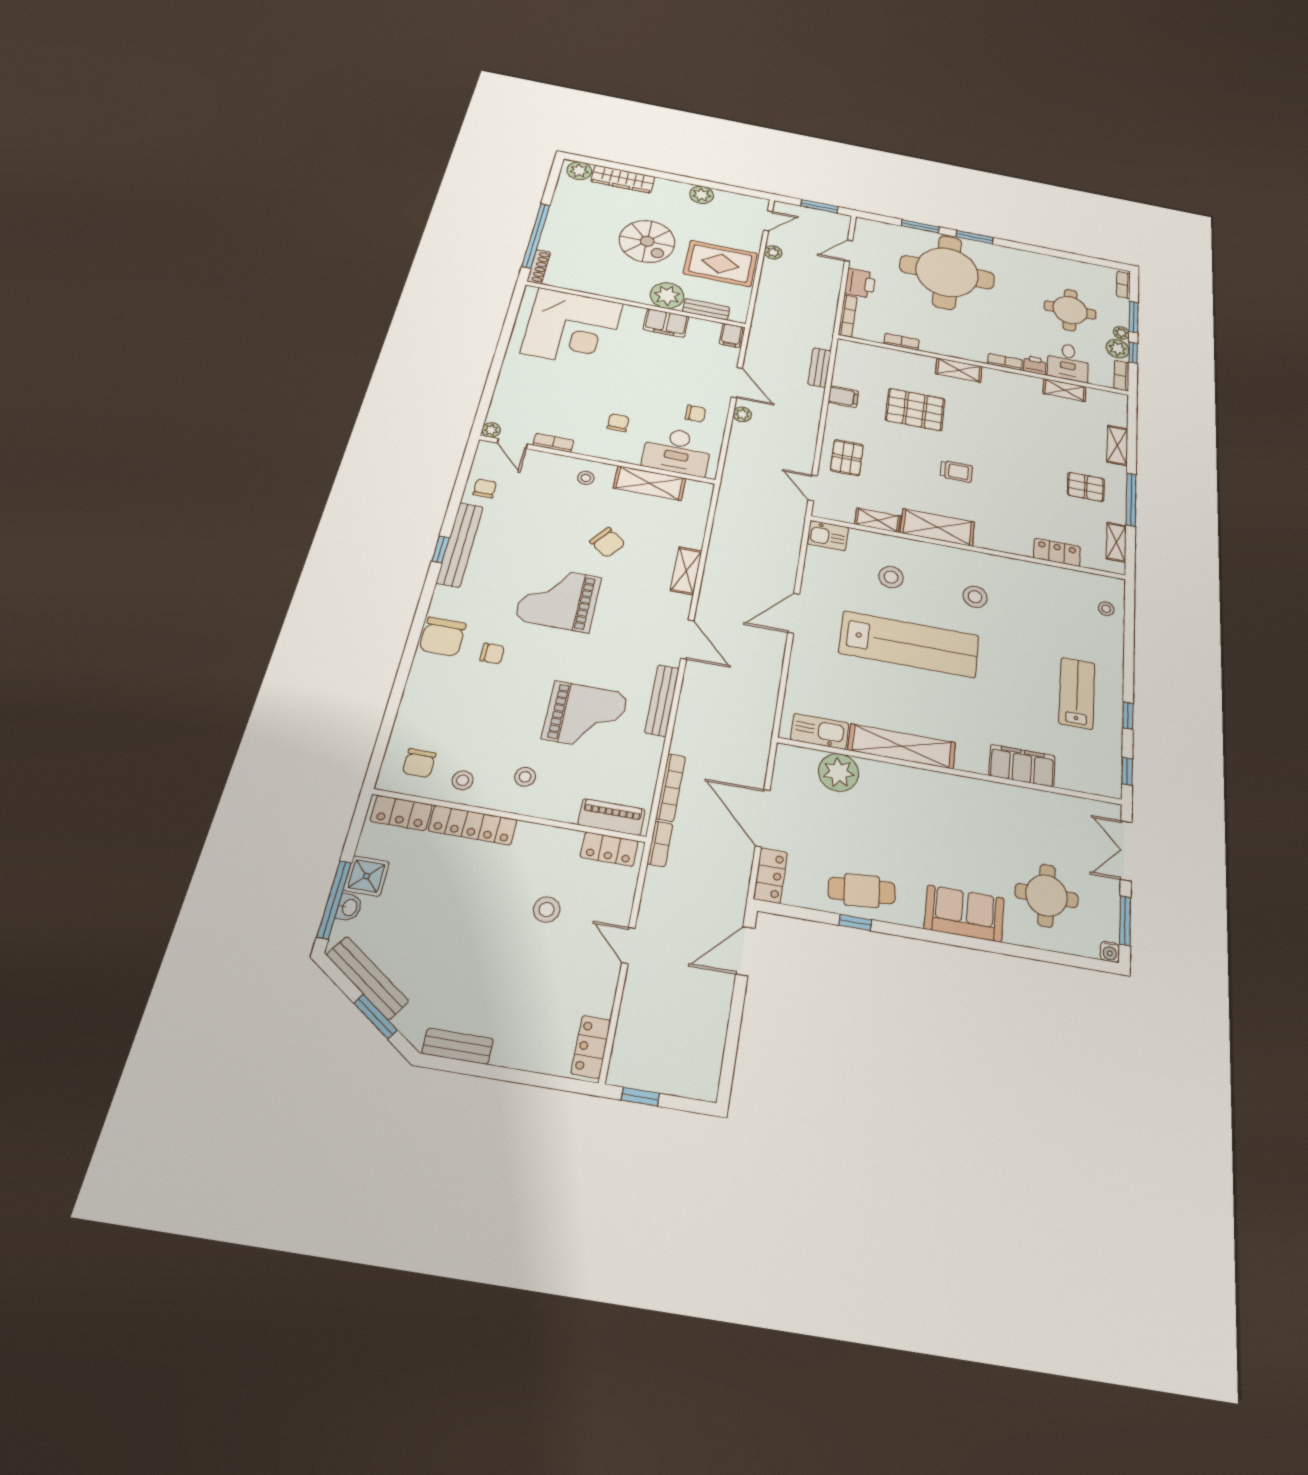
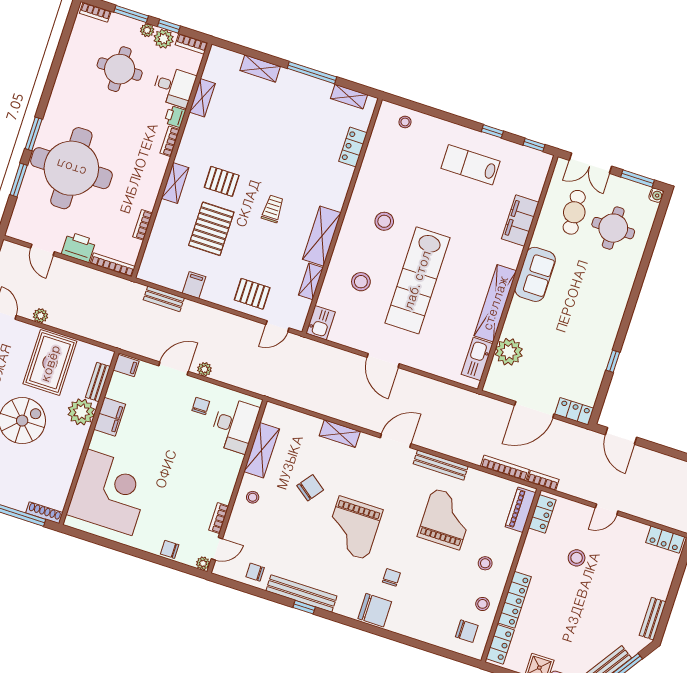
chair: (618, 423) -> (170, 549), moved
pallet: (1086, 487) -> (222, 181), moved, turned 90
lab bench: (909, 644) -> (417, 280), turned 180
cafe table: (862, 891) -> (574, 212), moved
sofa: (964, 913) -> (535, 274), moved, turned 180

